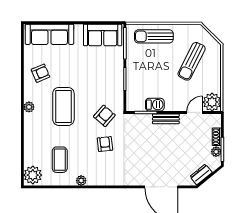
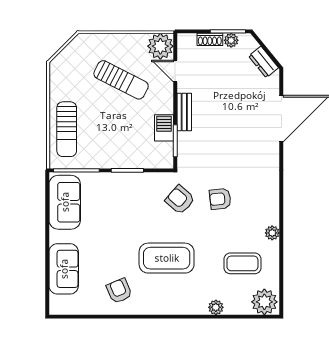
sofa: (49, 34) -> (64, 269), width x0.73
sun lounger: (192, 61) -> (121, 80), moved
plant: (29, 107) -> (216, 307), moved

